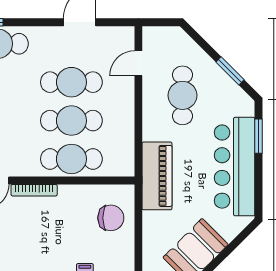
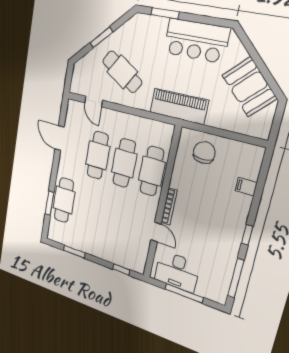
window: (230, 71) -> (101, 37), moved
cafe table: (183, 95) -> (122, 72), turned 32
bar counter: (235, 167) -> (196, 40), width x0.73

